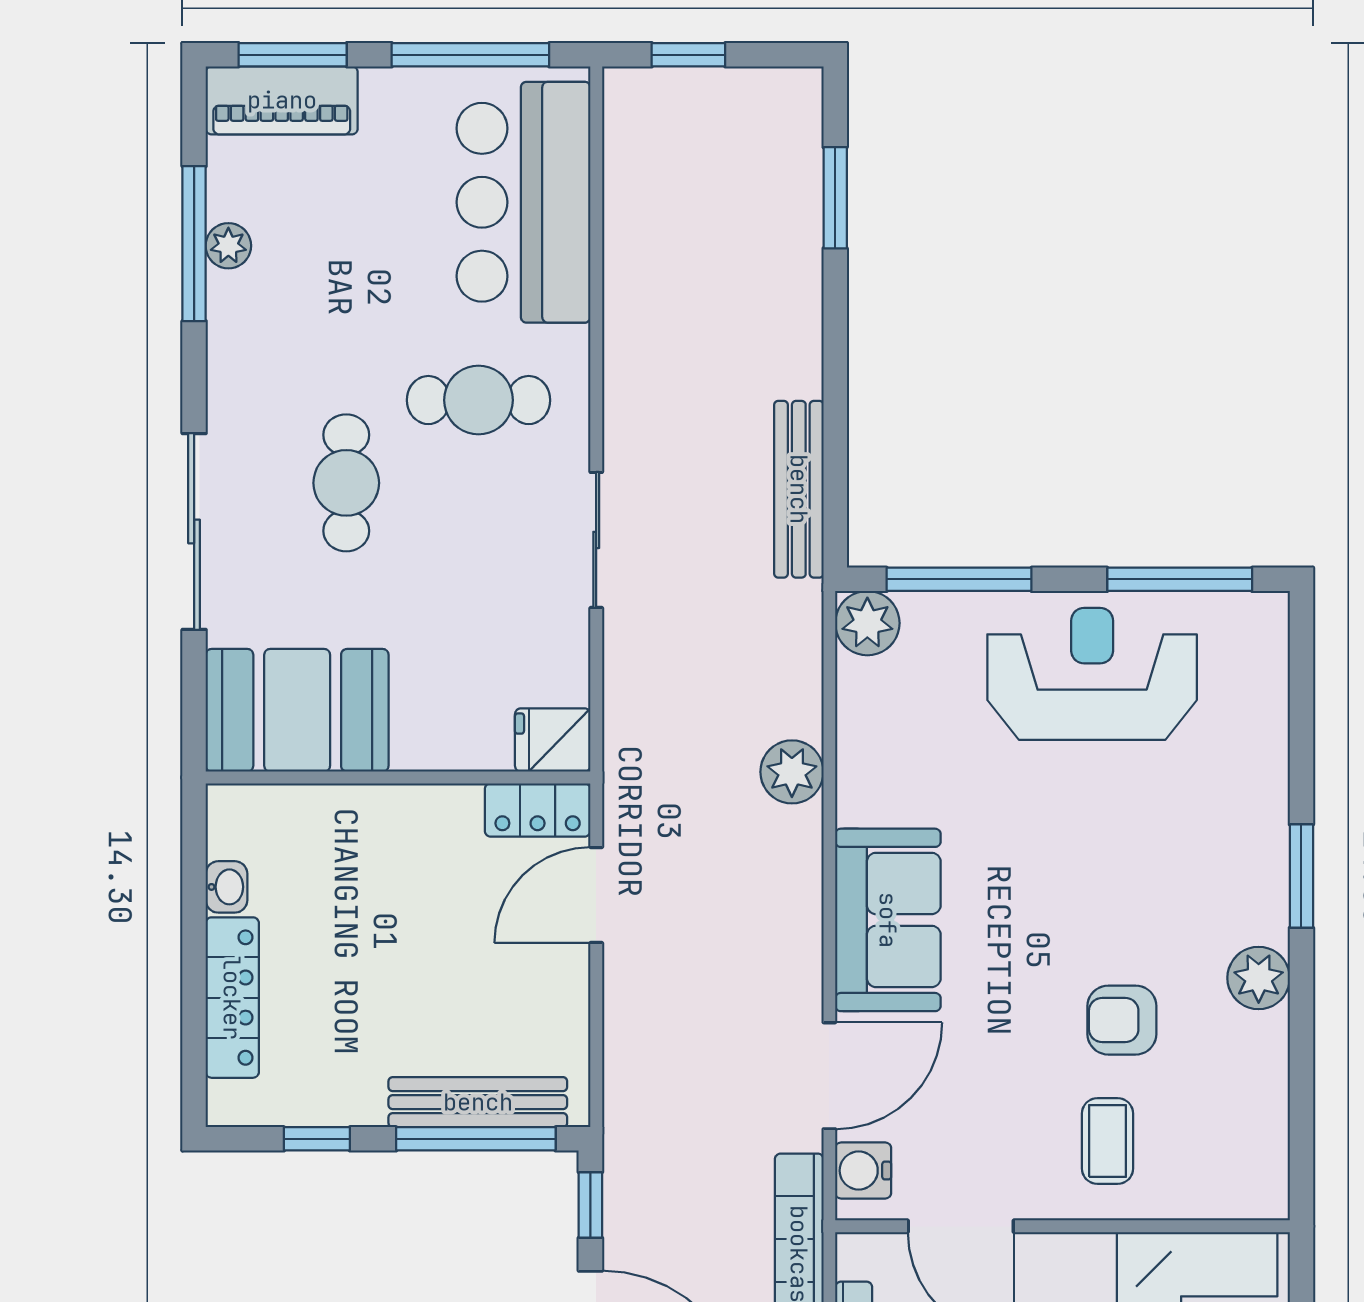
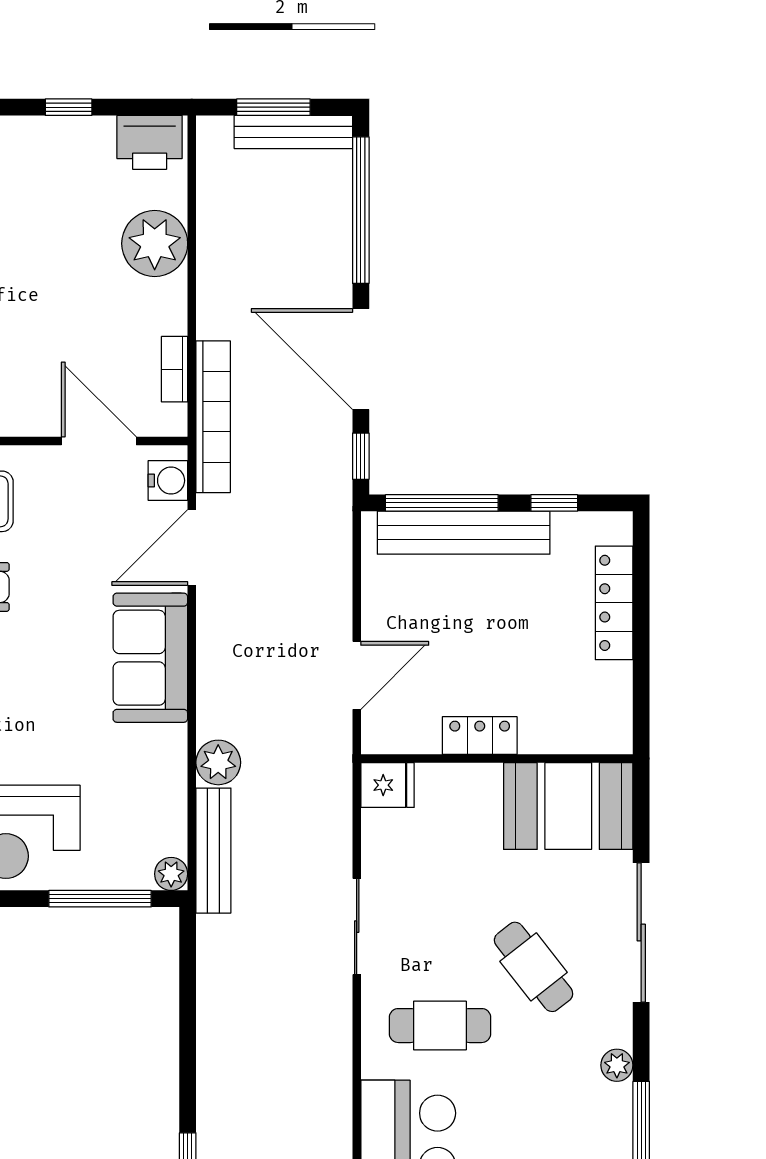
plant: (228, 246) -> (617, 1065), moved
cafe table: (346, 483) -> (534, 967), turned -38
bench: (799, 489) -> (213, 851), moved
plant: (867, 623) -> (171, 874), width x0.73, depth x0.73
locker: (538, 810) -> (480, 736), moved
washbasin: (226, 887) -> (618, 681), removed
bench: (478, 1102) -> (464, 533), width x1.37, depth x1.21

